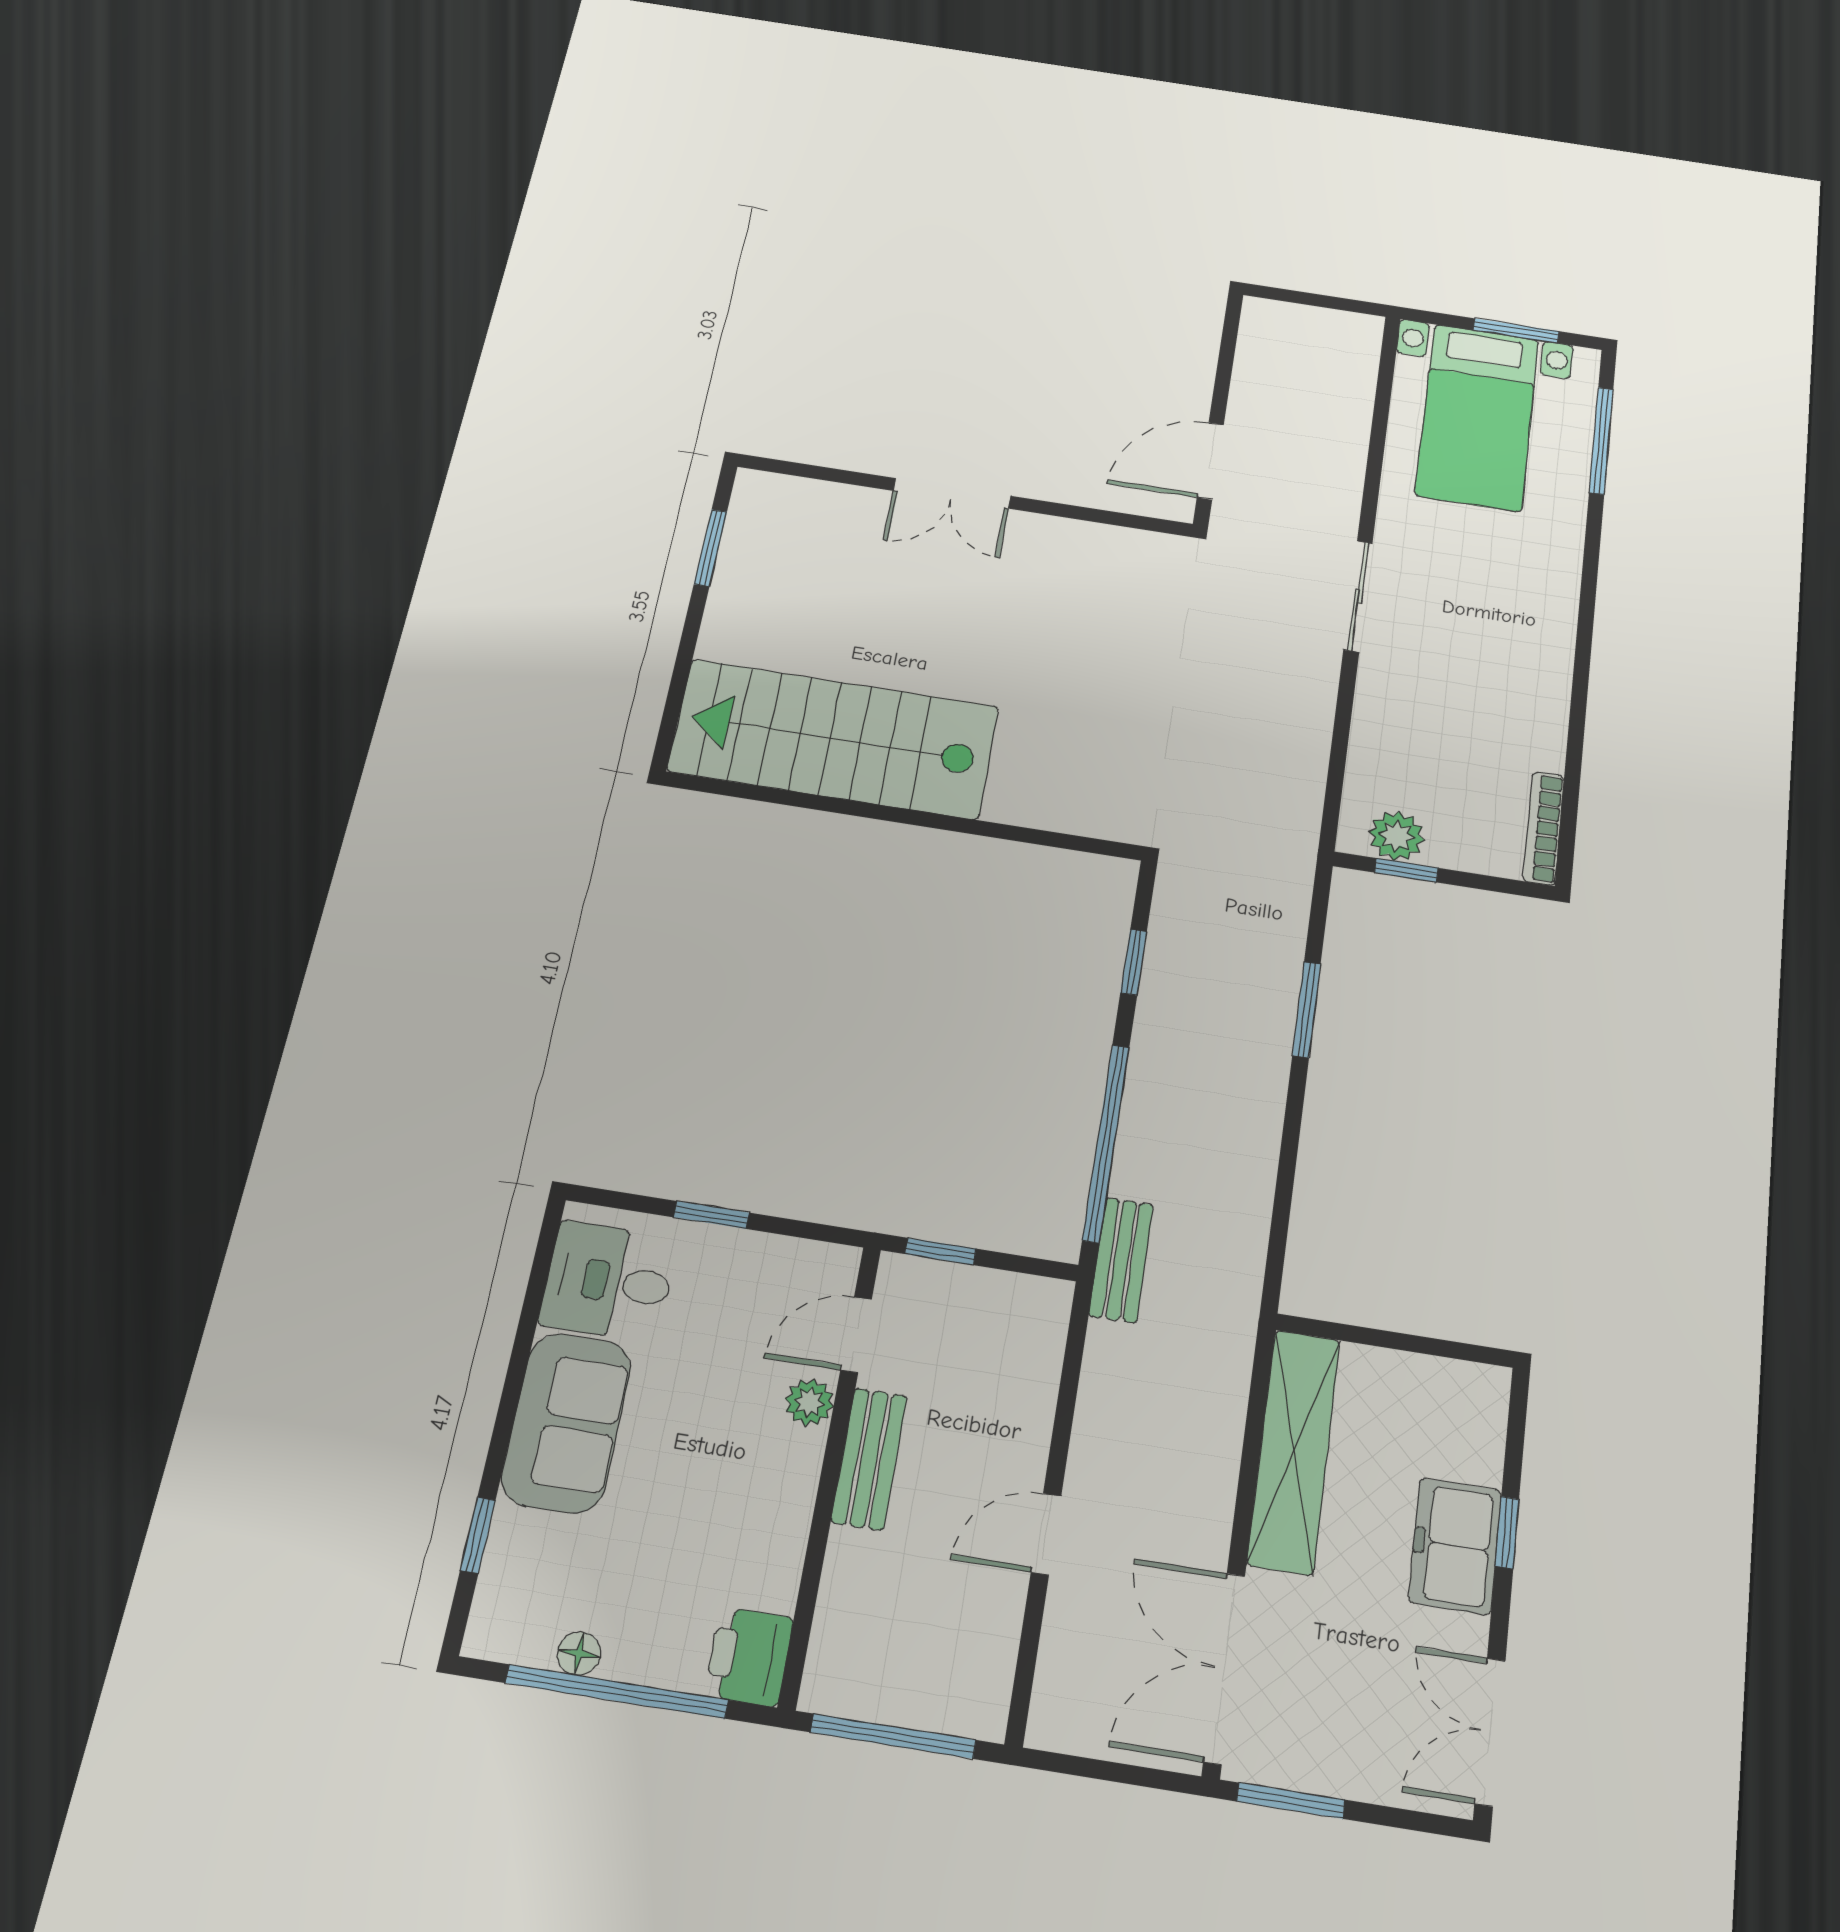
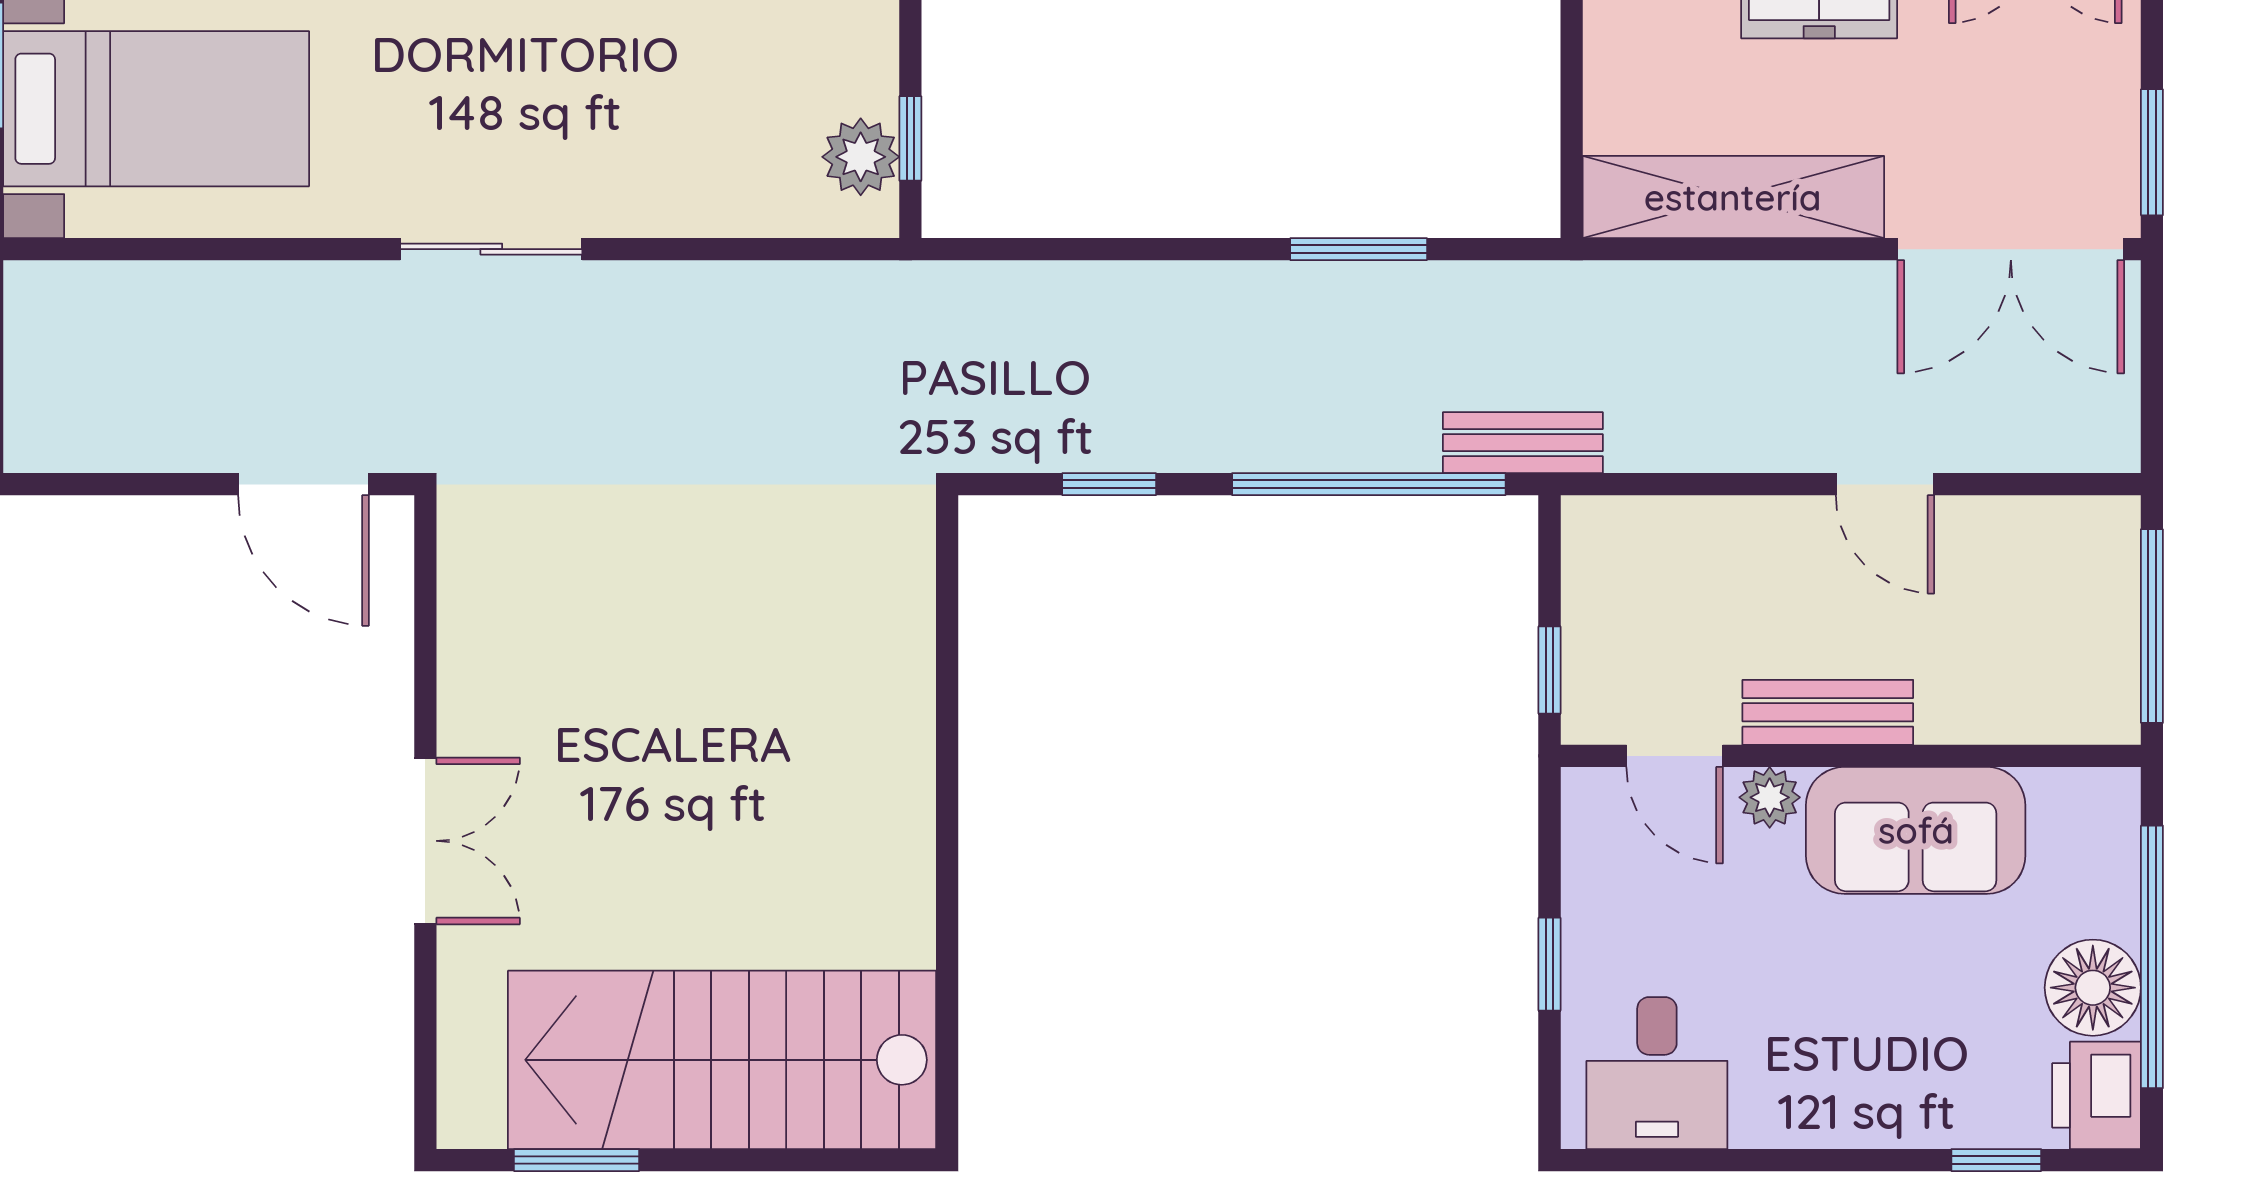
stairs: (834, 739) -> (722, 1060), moved, turned 90
window: (1306, 1010) -> (1359, 249), moved
sofa: (566, 1423) -> (1916, 830), moved, turned 180
floor lamp: (579, 1653) -> (2093, 988), width x1.89, depth x1.89
printer: (749, 1657) -> (2097, 1095), moved, turned 90

